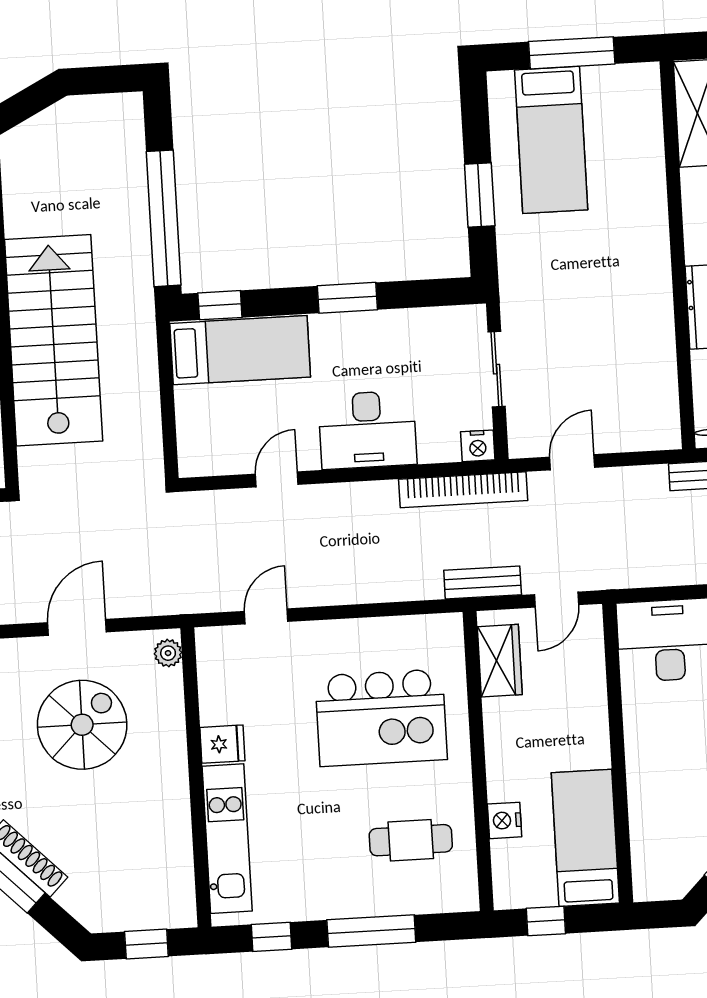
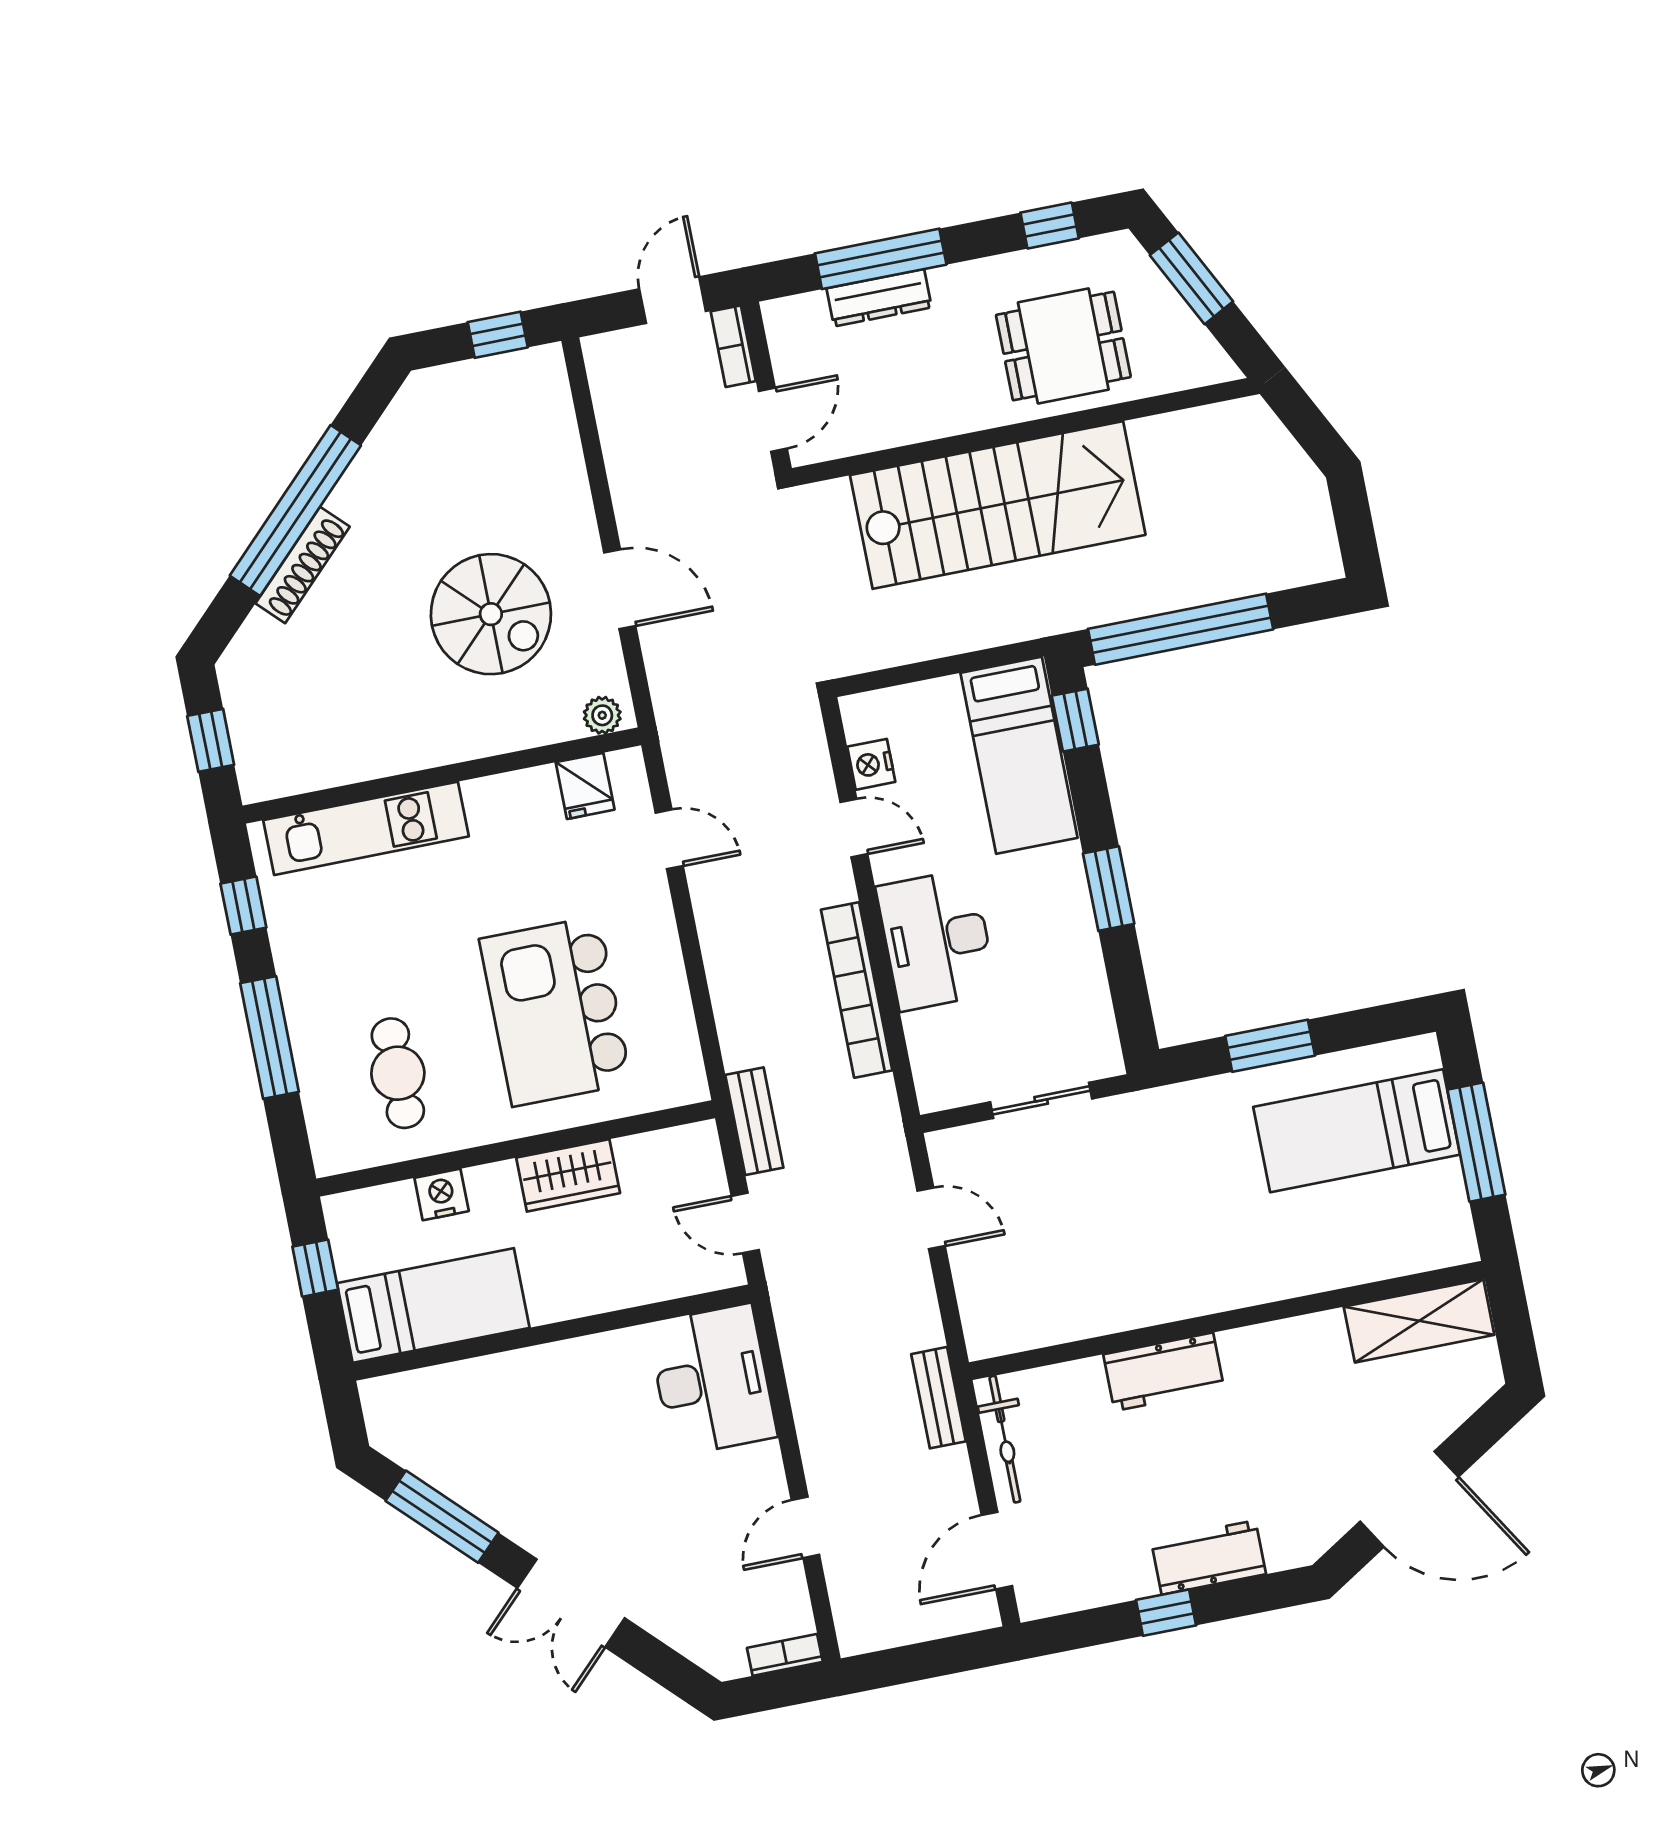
nightstand: (478, 446) -> (871, 764), moved
bookcase: (463, 490) -> (857, 990), moved
wardrobe: (500, 661) -> (568, 1175), moved
fridge: (222, 744) -> (585, 786), moved

